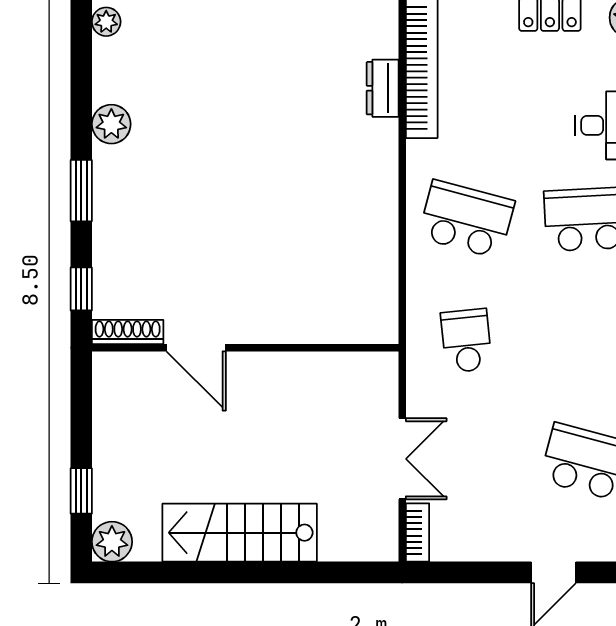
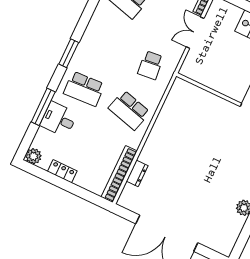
plant: (106, 22) -> (228, 247), removed

